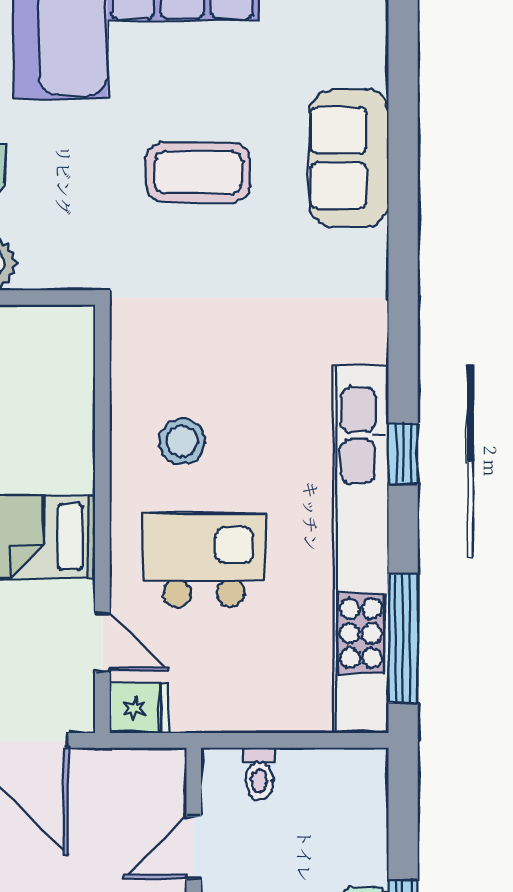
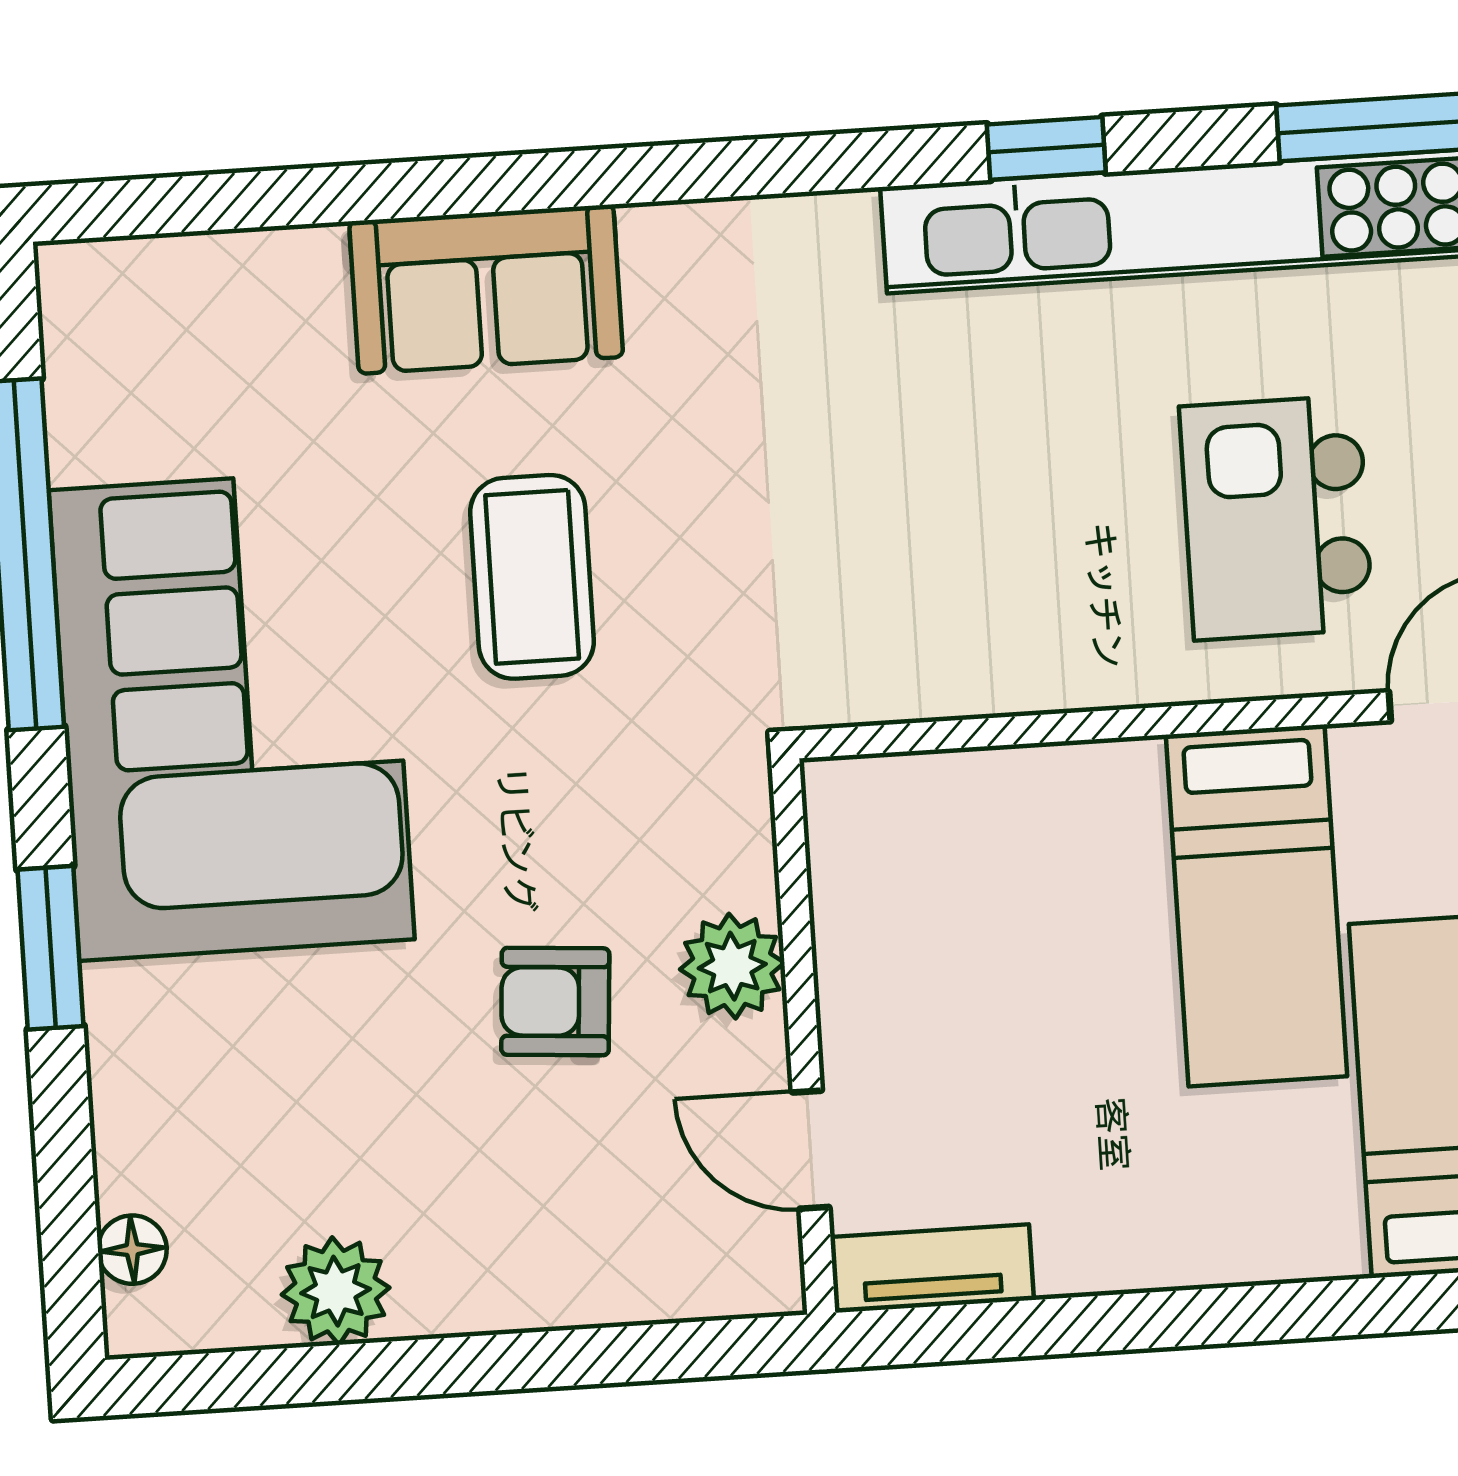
stool: (182, 441) -> (1051, 575), removed

